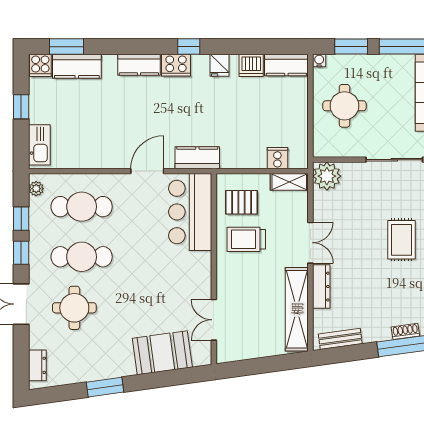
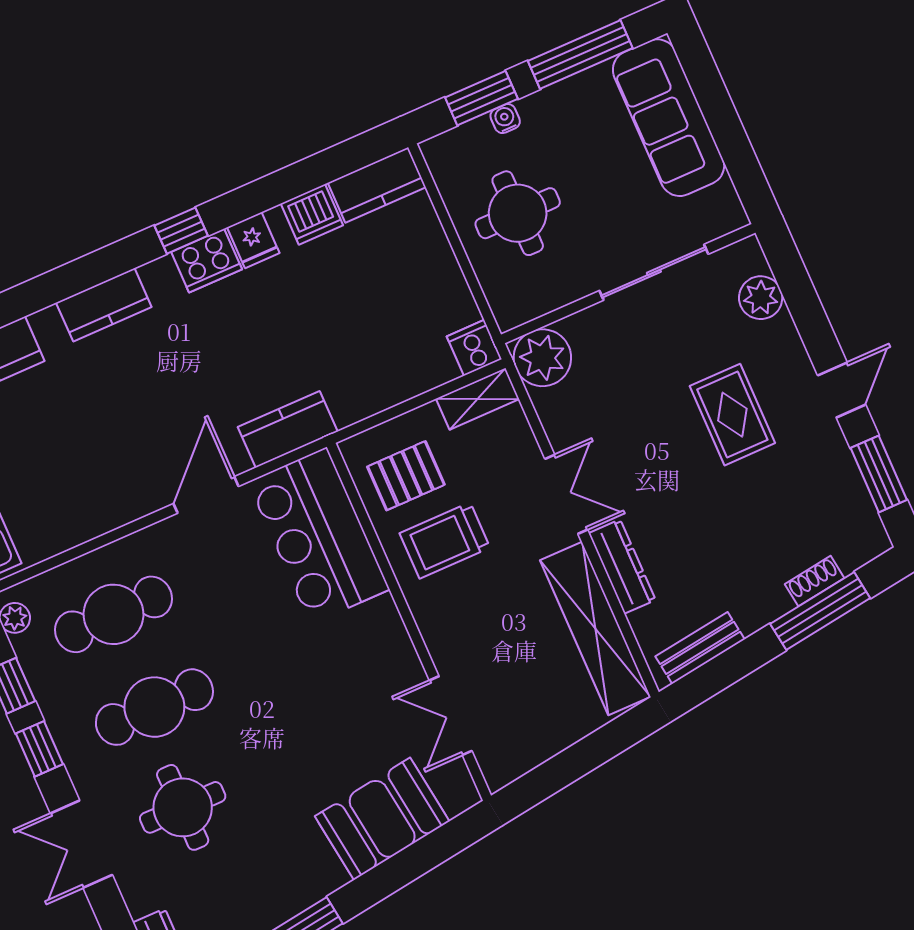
water cooler: (319, 60) -> (505, 119), moved
cooker: (176, 65) -> (207, 261), moved
cooker: (277, 158) -> (474, 348), moved

